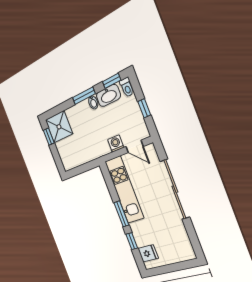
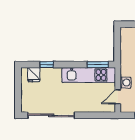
sliding door: (175, 189) -> (51, 115), moved
window: (121, 214) -> (98, 65), moved

